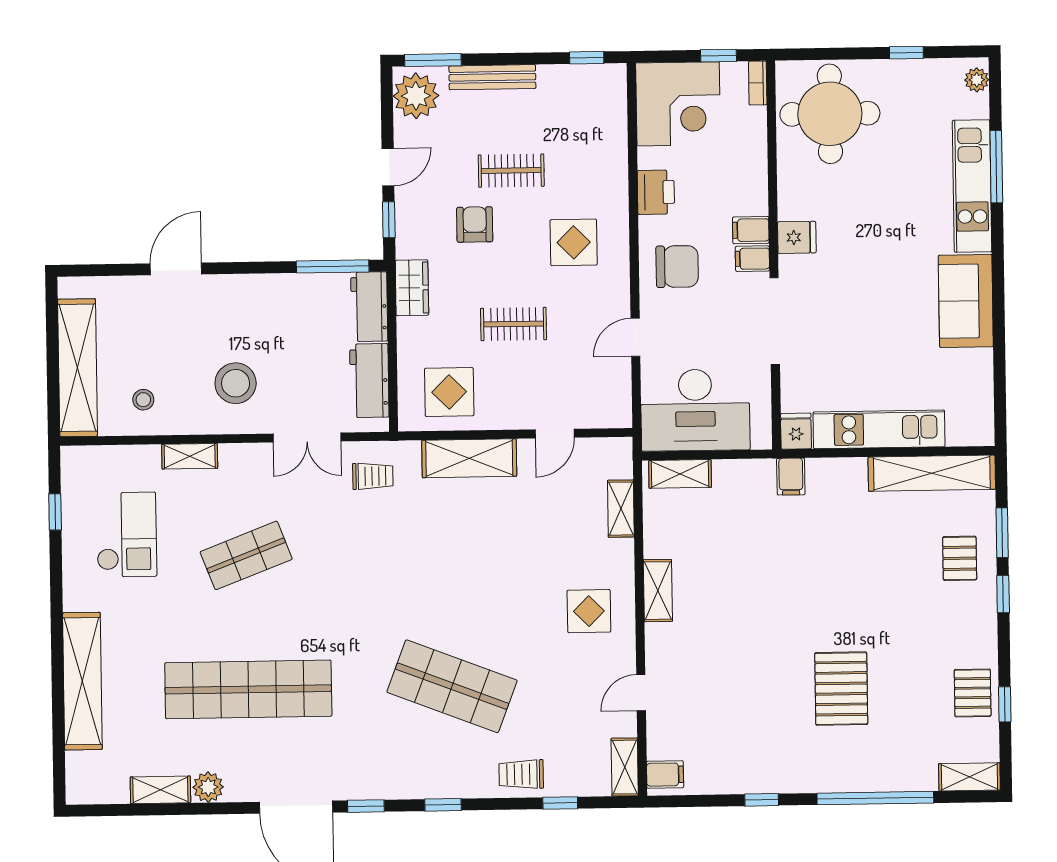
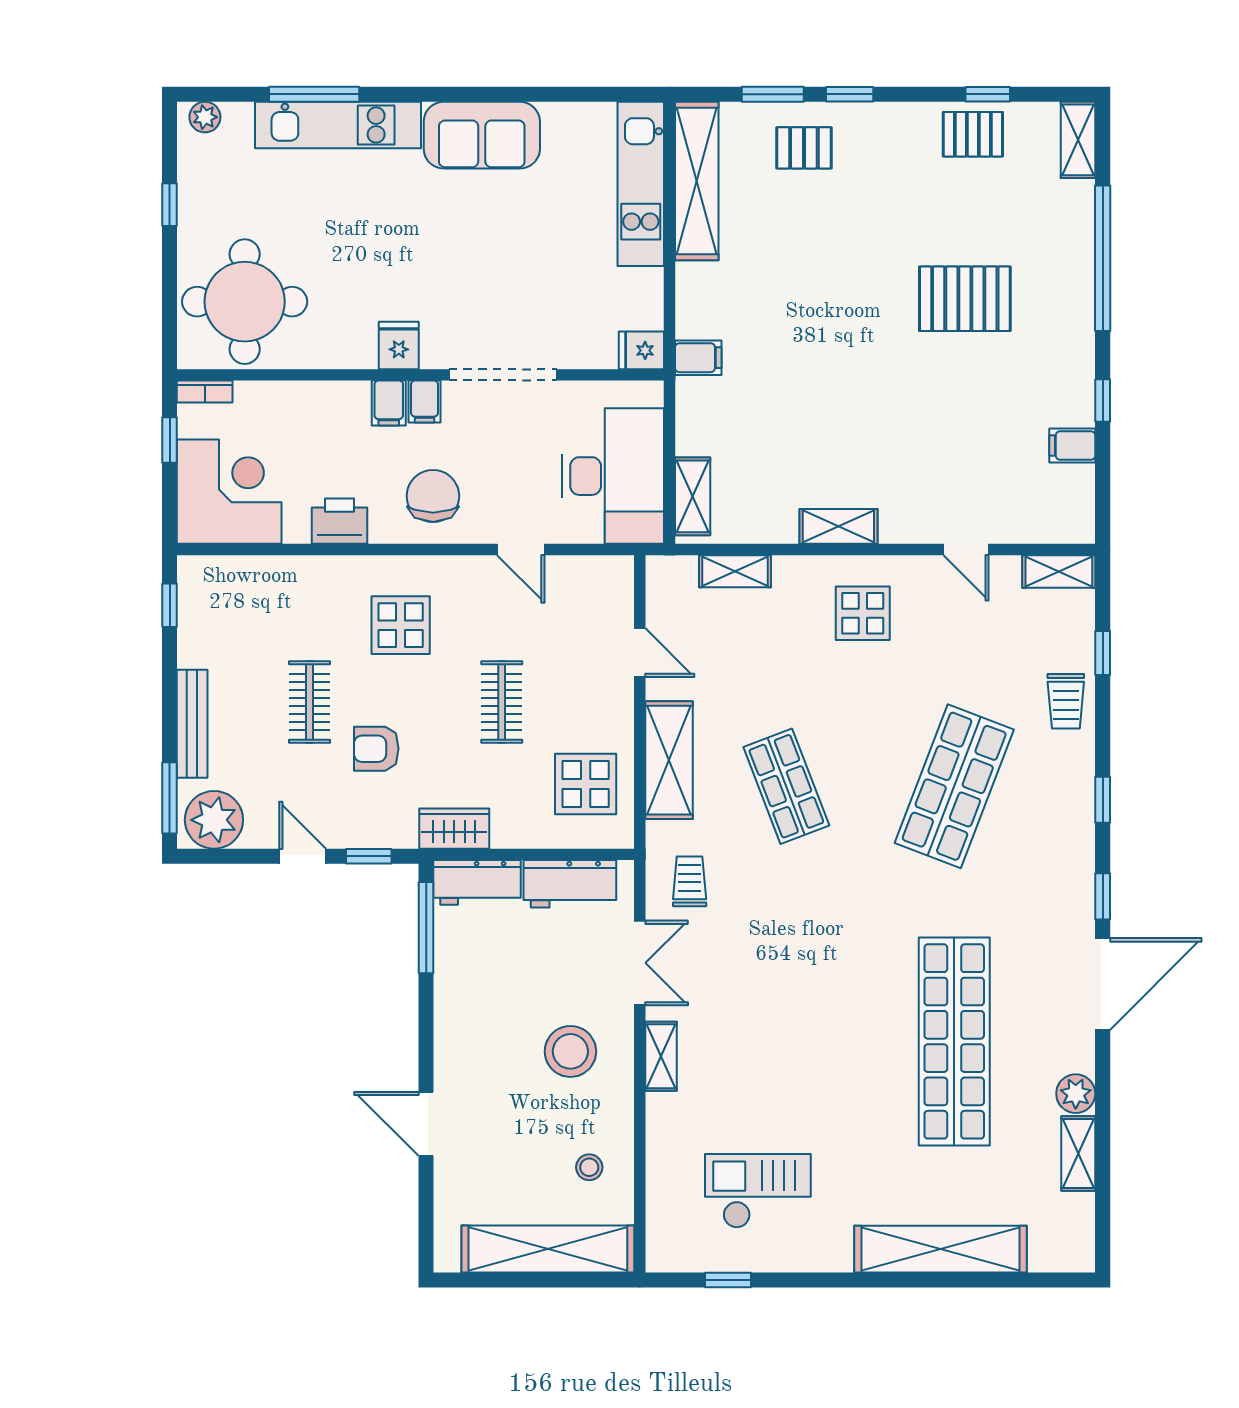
kitchen unit: (879, 429) -> (641, 184), moved
shelving: (190, 456) -> (661, 1056), moved
shop shelf: (246, 555) -> (786, 786), moved
filing cabinet: (665, 775) -> (1072, 446), moved, turned -90

